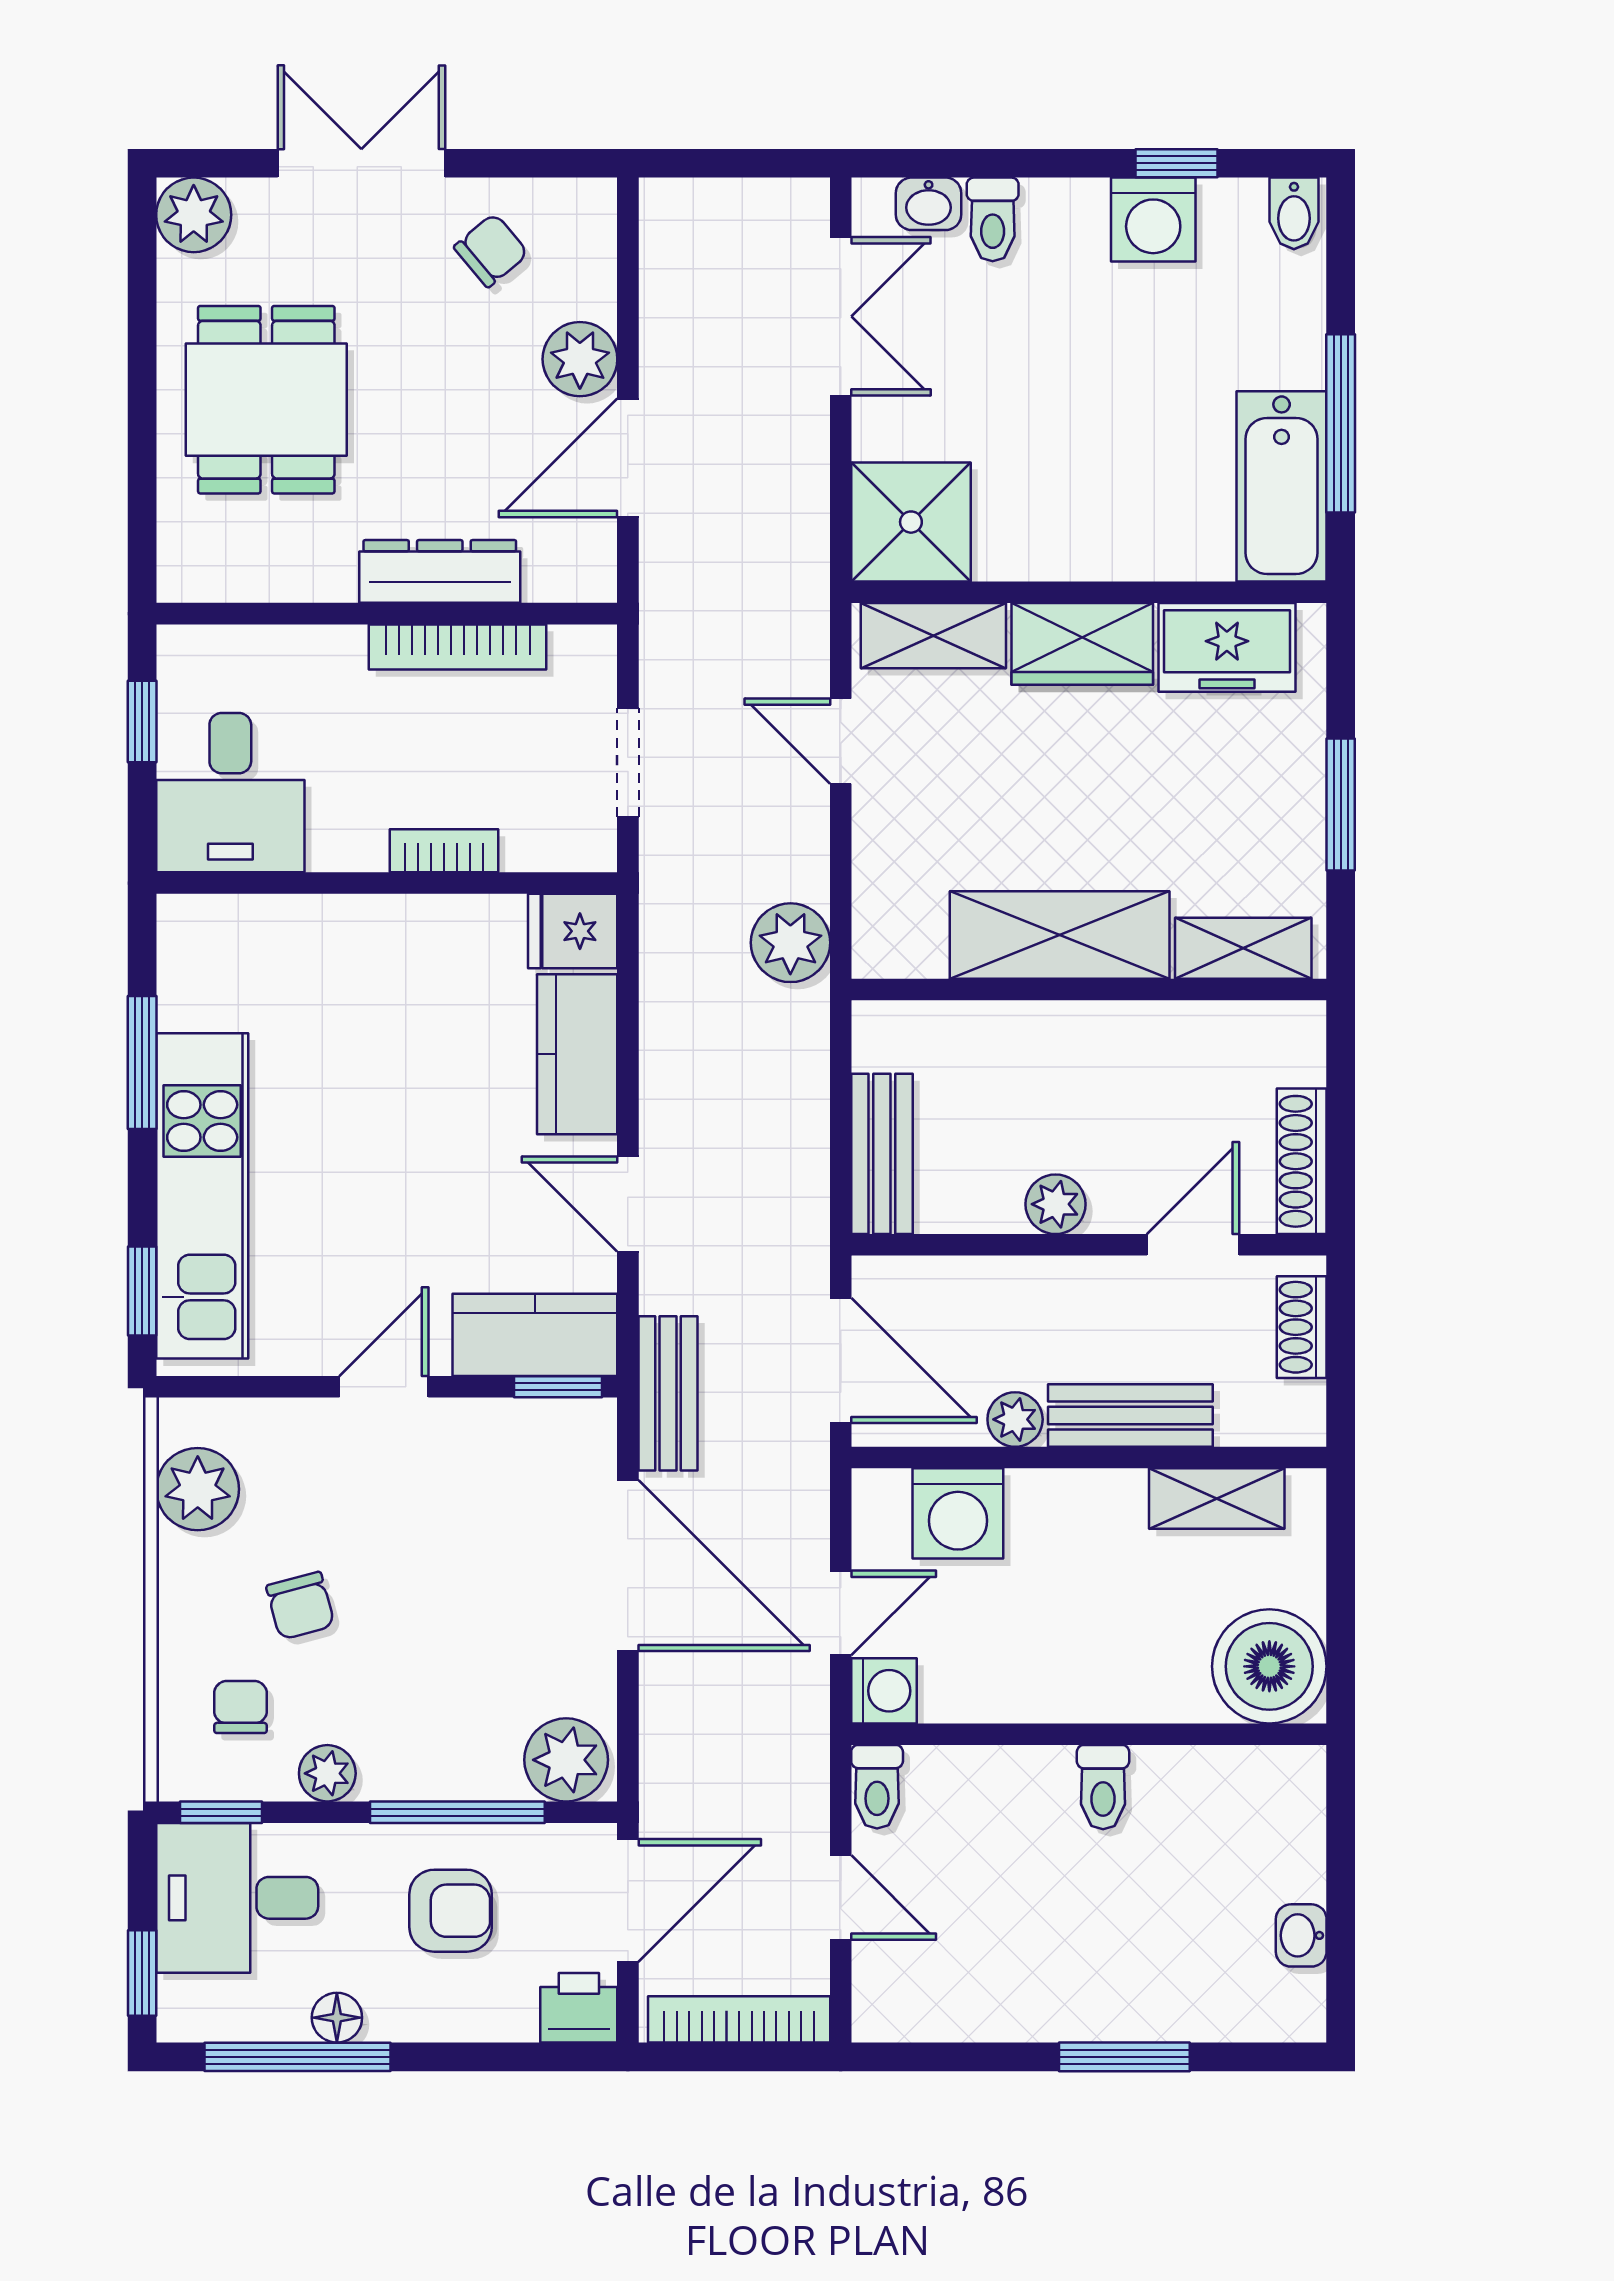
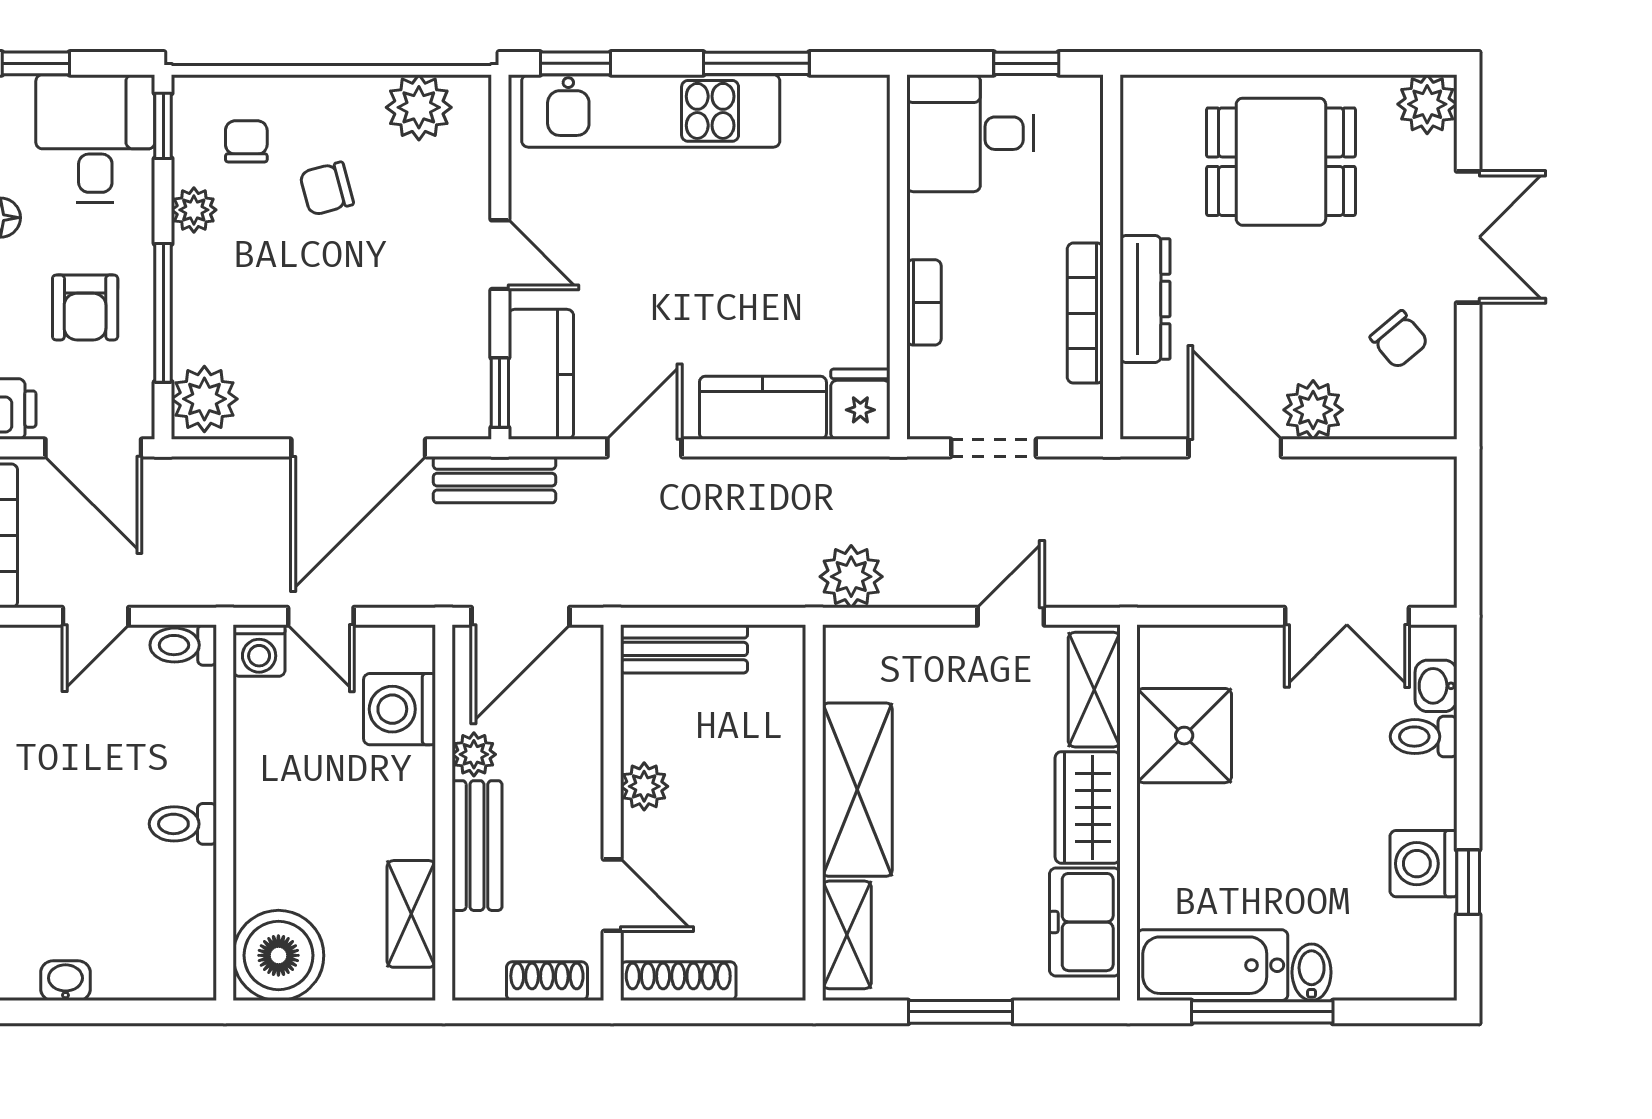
bidet: (1294, 213) -> (1312, 972), moved, turned 90
shower: (911, 522) -> (1184, 736), moved
chair: (240, 1707) -> (246, 141), turned -90

